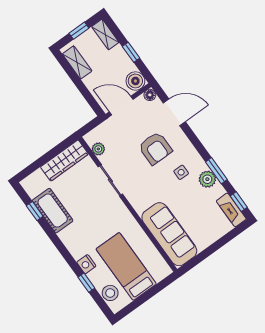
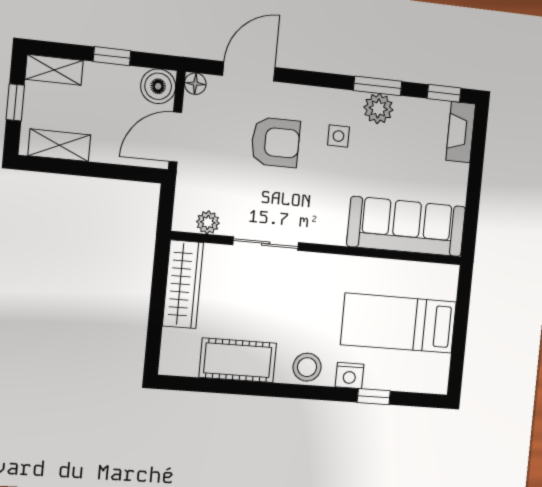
fireplace: (231, 210) -> (461, 132), moved, turned 90
window: (35, 211) -> (217, 386), removed
stool: (110, 293) -> (307, 367), moved

